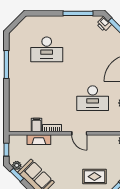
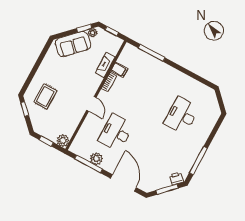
window: (6, 64) -> (152, 53), moved
door: (79, 133) -> (91, 104), swing flipped

